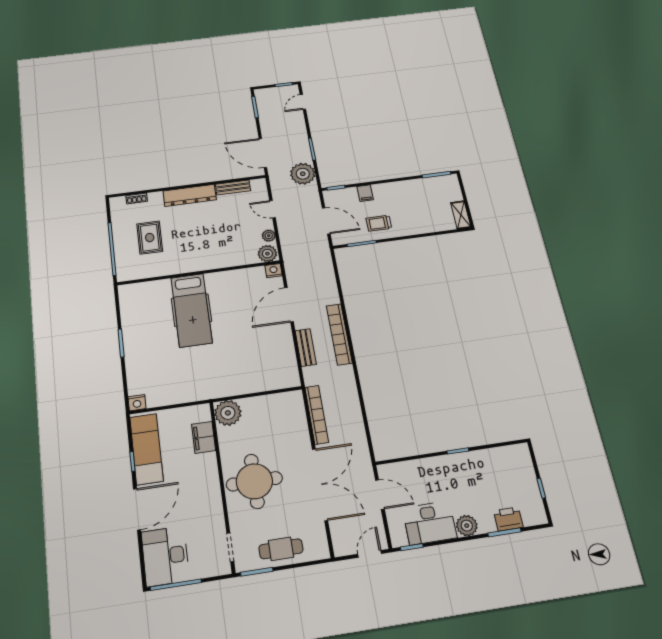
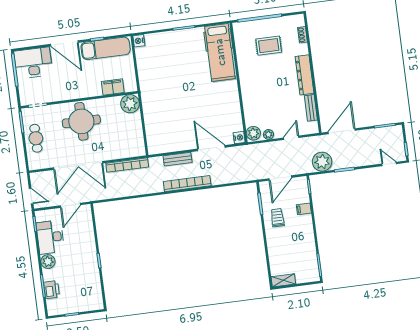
hospital bed: (191, 310) -> (220, 52), moved, turned -90

